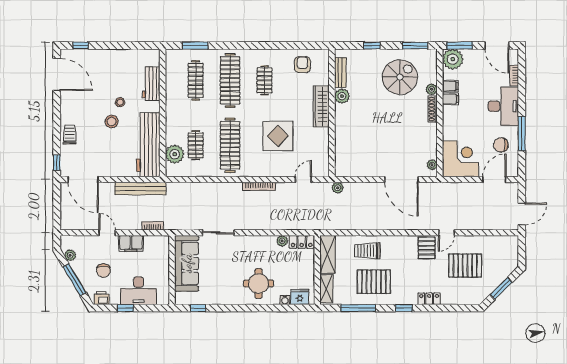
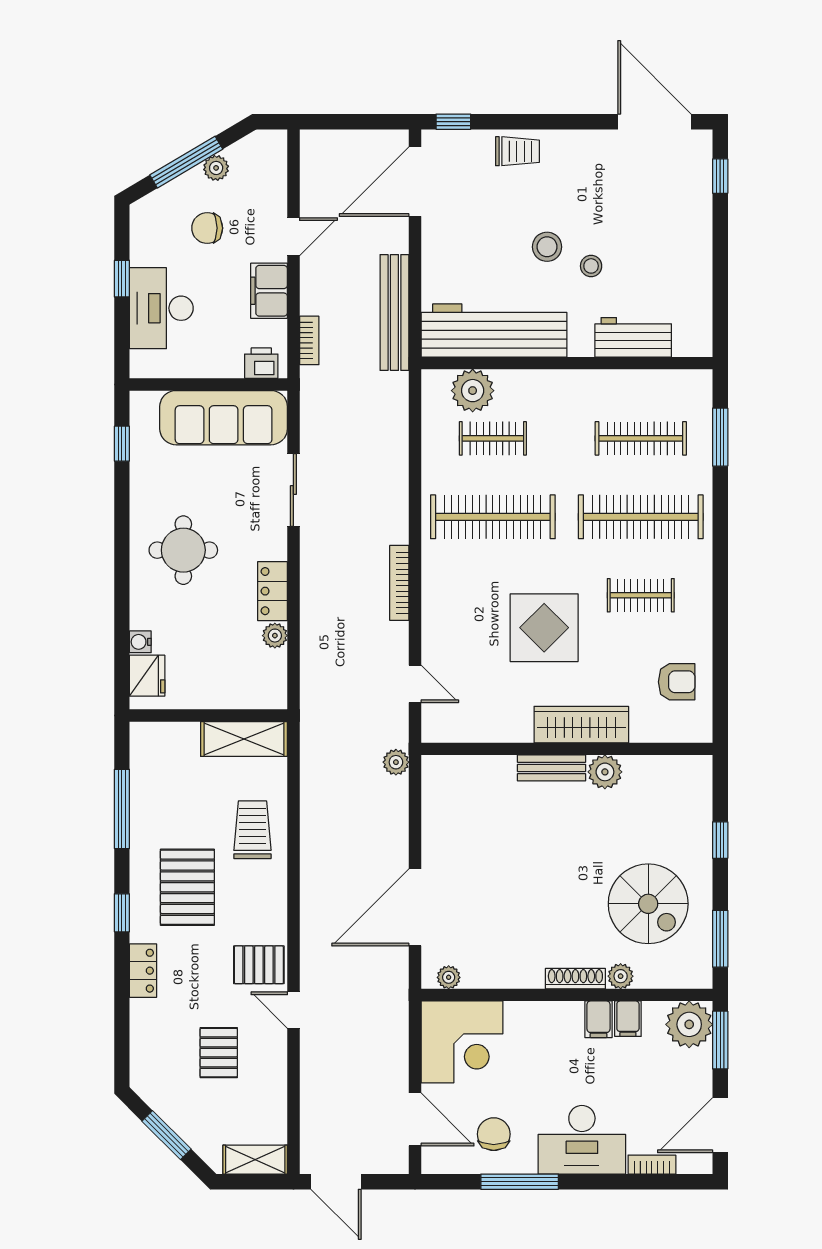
bench: (340, 73) -> (551, 768), moved
door: (57, 74) -> (655, 122), swing flipped
display table: (278, 136) -> (544, 628), moved
locker: (302, 242) -> (272, 591), moved
plant: (70, 255) -> (216, 168), moved
pallet: (465, 266) -> (219, 1053), width x0.67, depth x0.71
pallet: (374, 282) -> (187, 887), moved
round table: (259, 284) -> (183, 550), moved
shelving: (326, 289) -> (255, 1160), moved
printer: (102, 298) -> (261, 363), moved, turned -90

